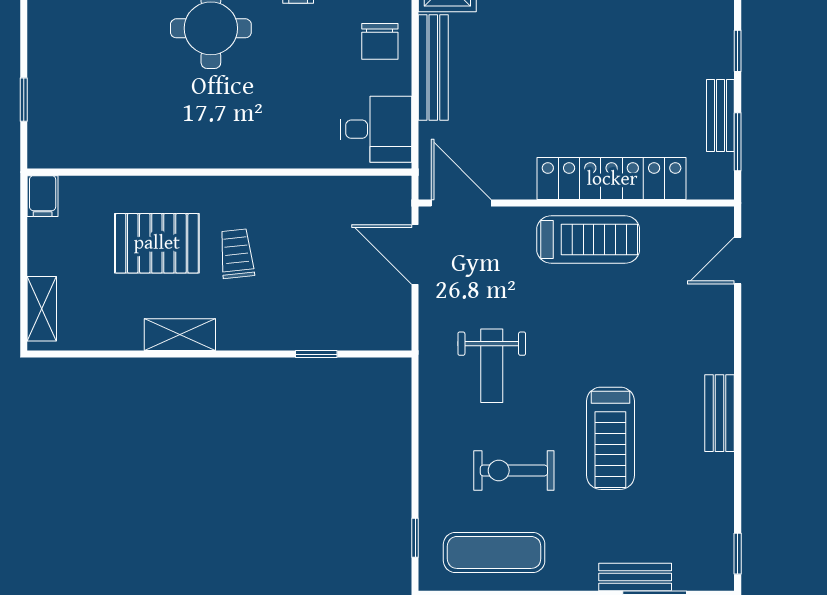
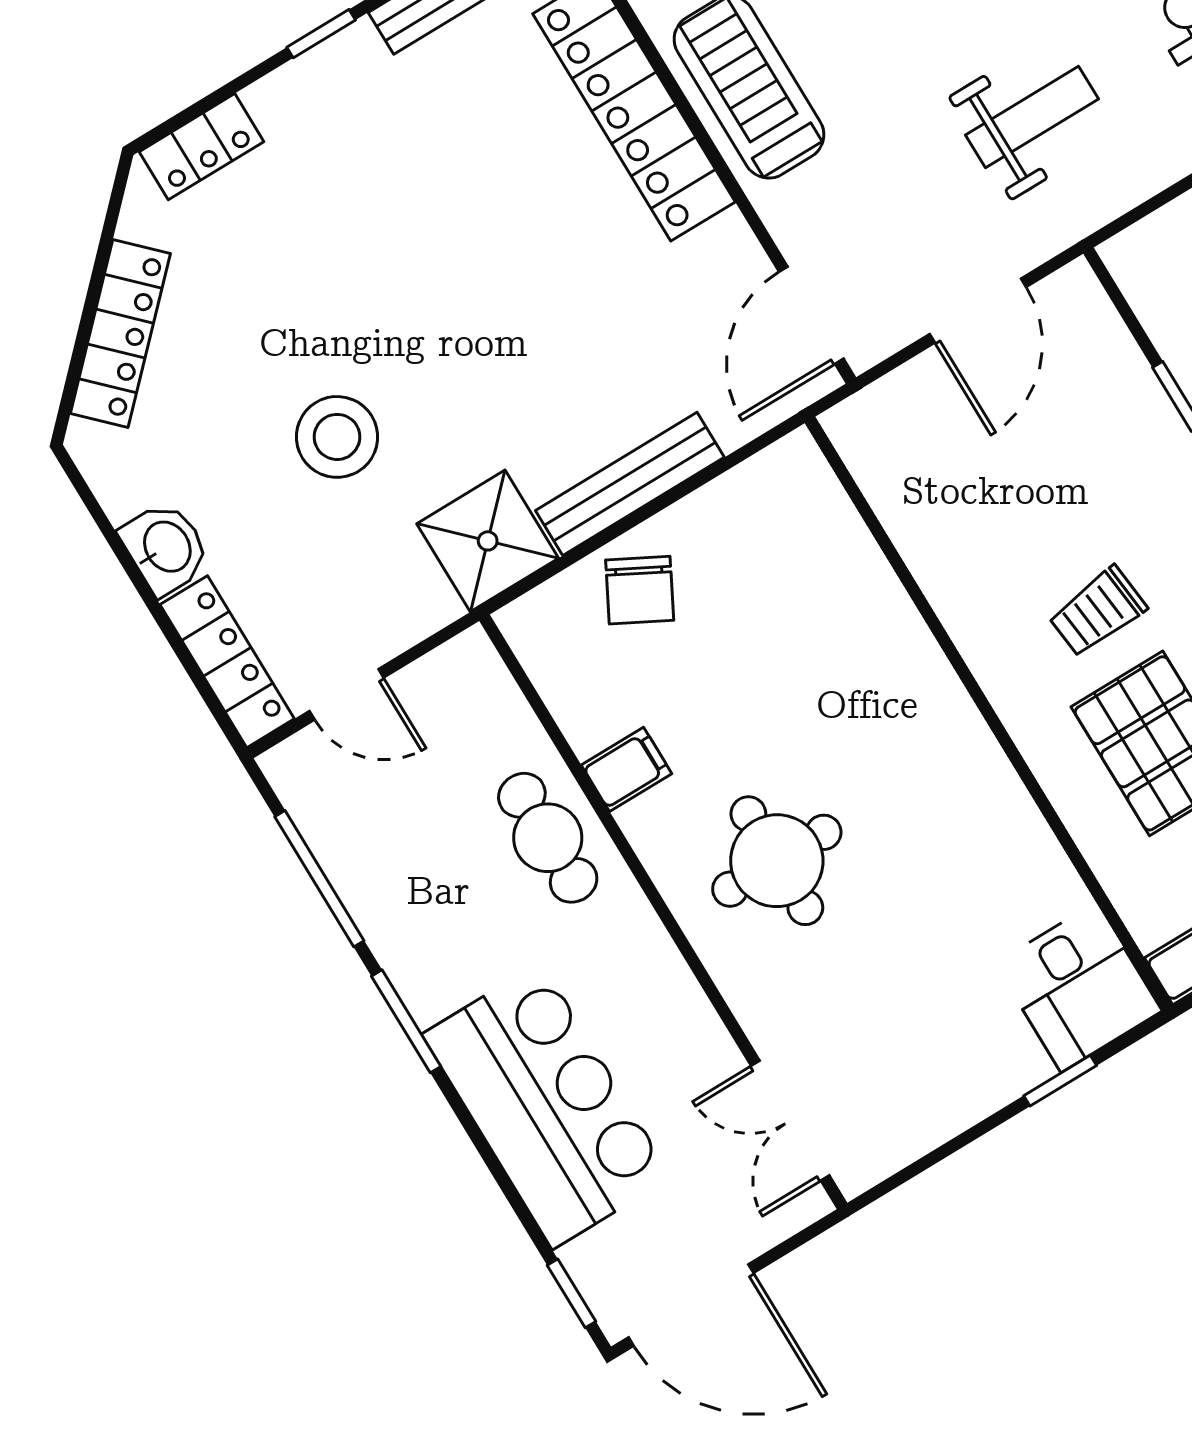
chair: (380, 41) -> (640, 590), turned 118
desk: (376, 129) -> (1079, 987), moved, turned 180
door: (415, 254) -> (978, 311), moved

